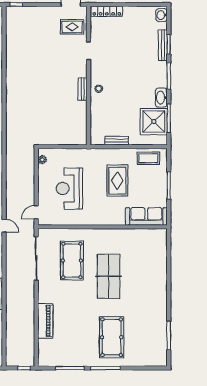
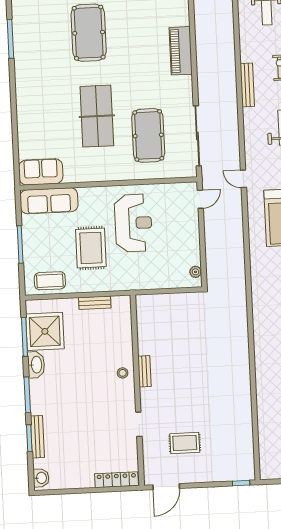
rug: (72, 27) -> (185, 443), moved
reception desk: (69, 189) -> (133, 223), moved
sofa: (151, 238) -> (41, 172), added

